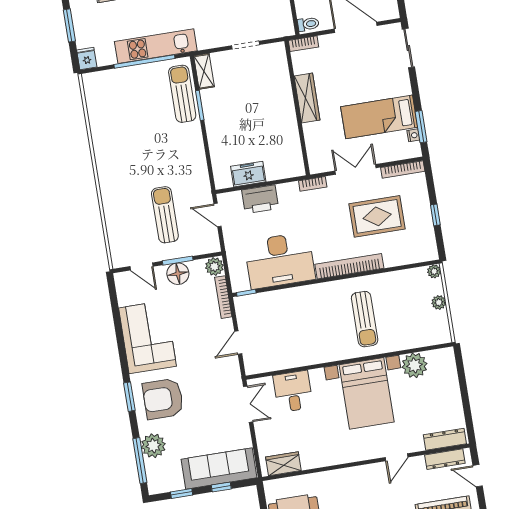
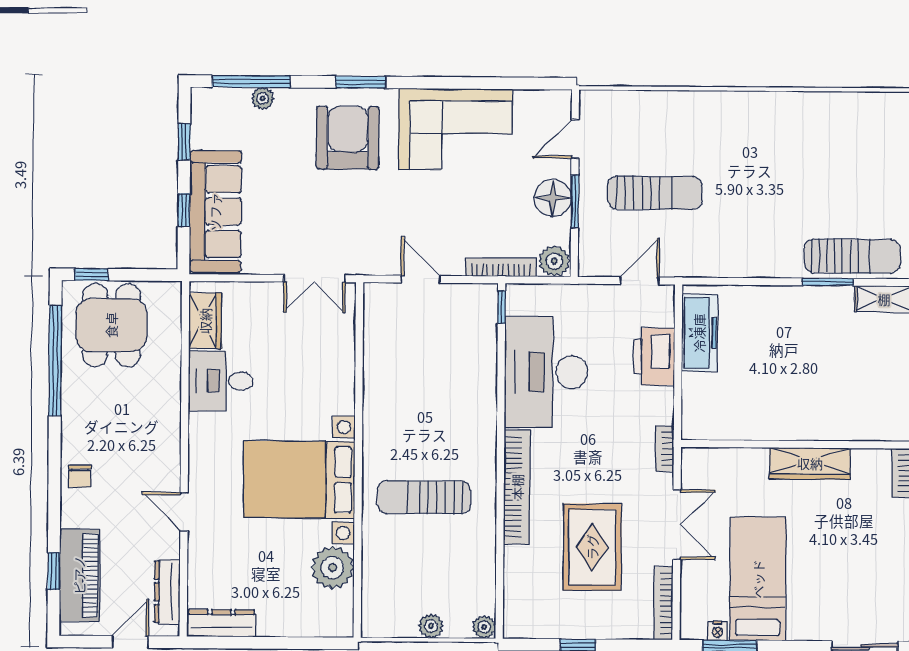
freezer: (248, 174) -> (699, 333), width x1.40
desk: (293, 391) -> (221, 381), moved, turned 180
dresser: (445, 439) -> (221, 623), moved, turned -90
plant: (153, 446) -> (262, 98), width x0.53, depth x0.53

